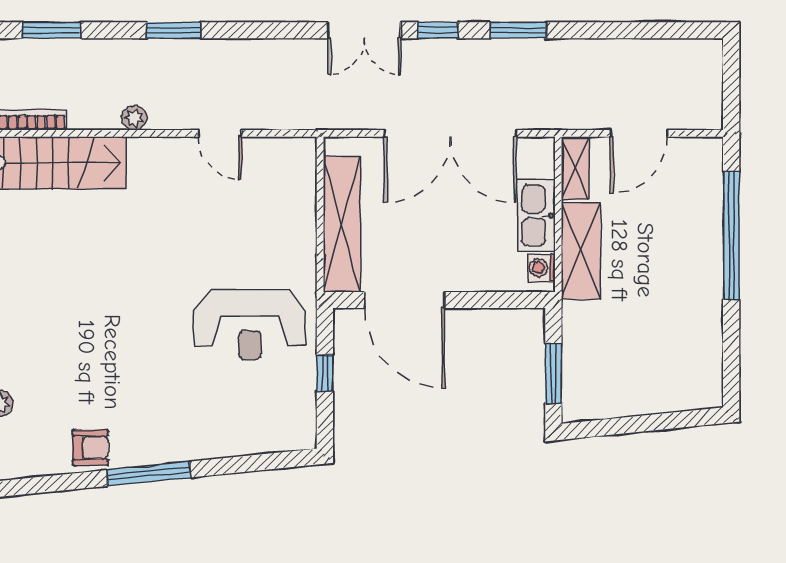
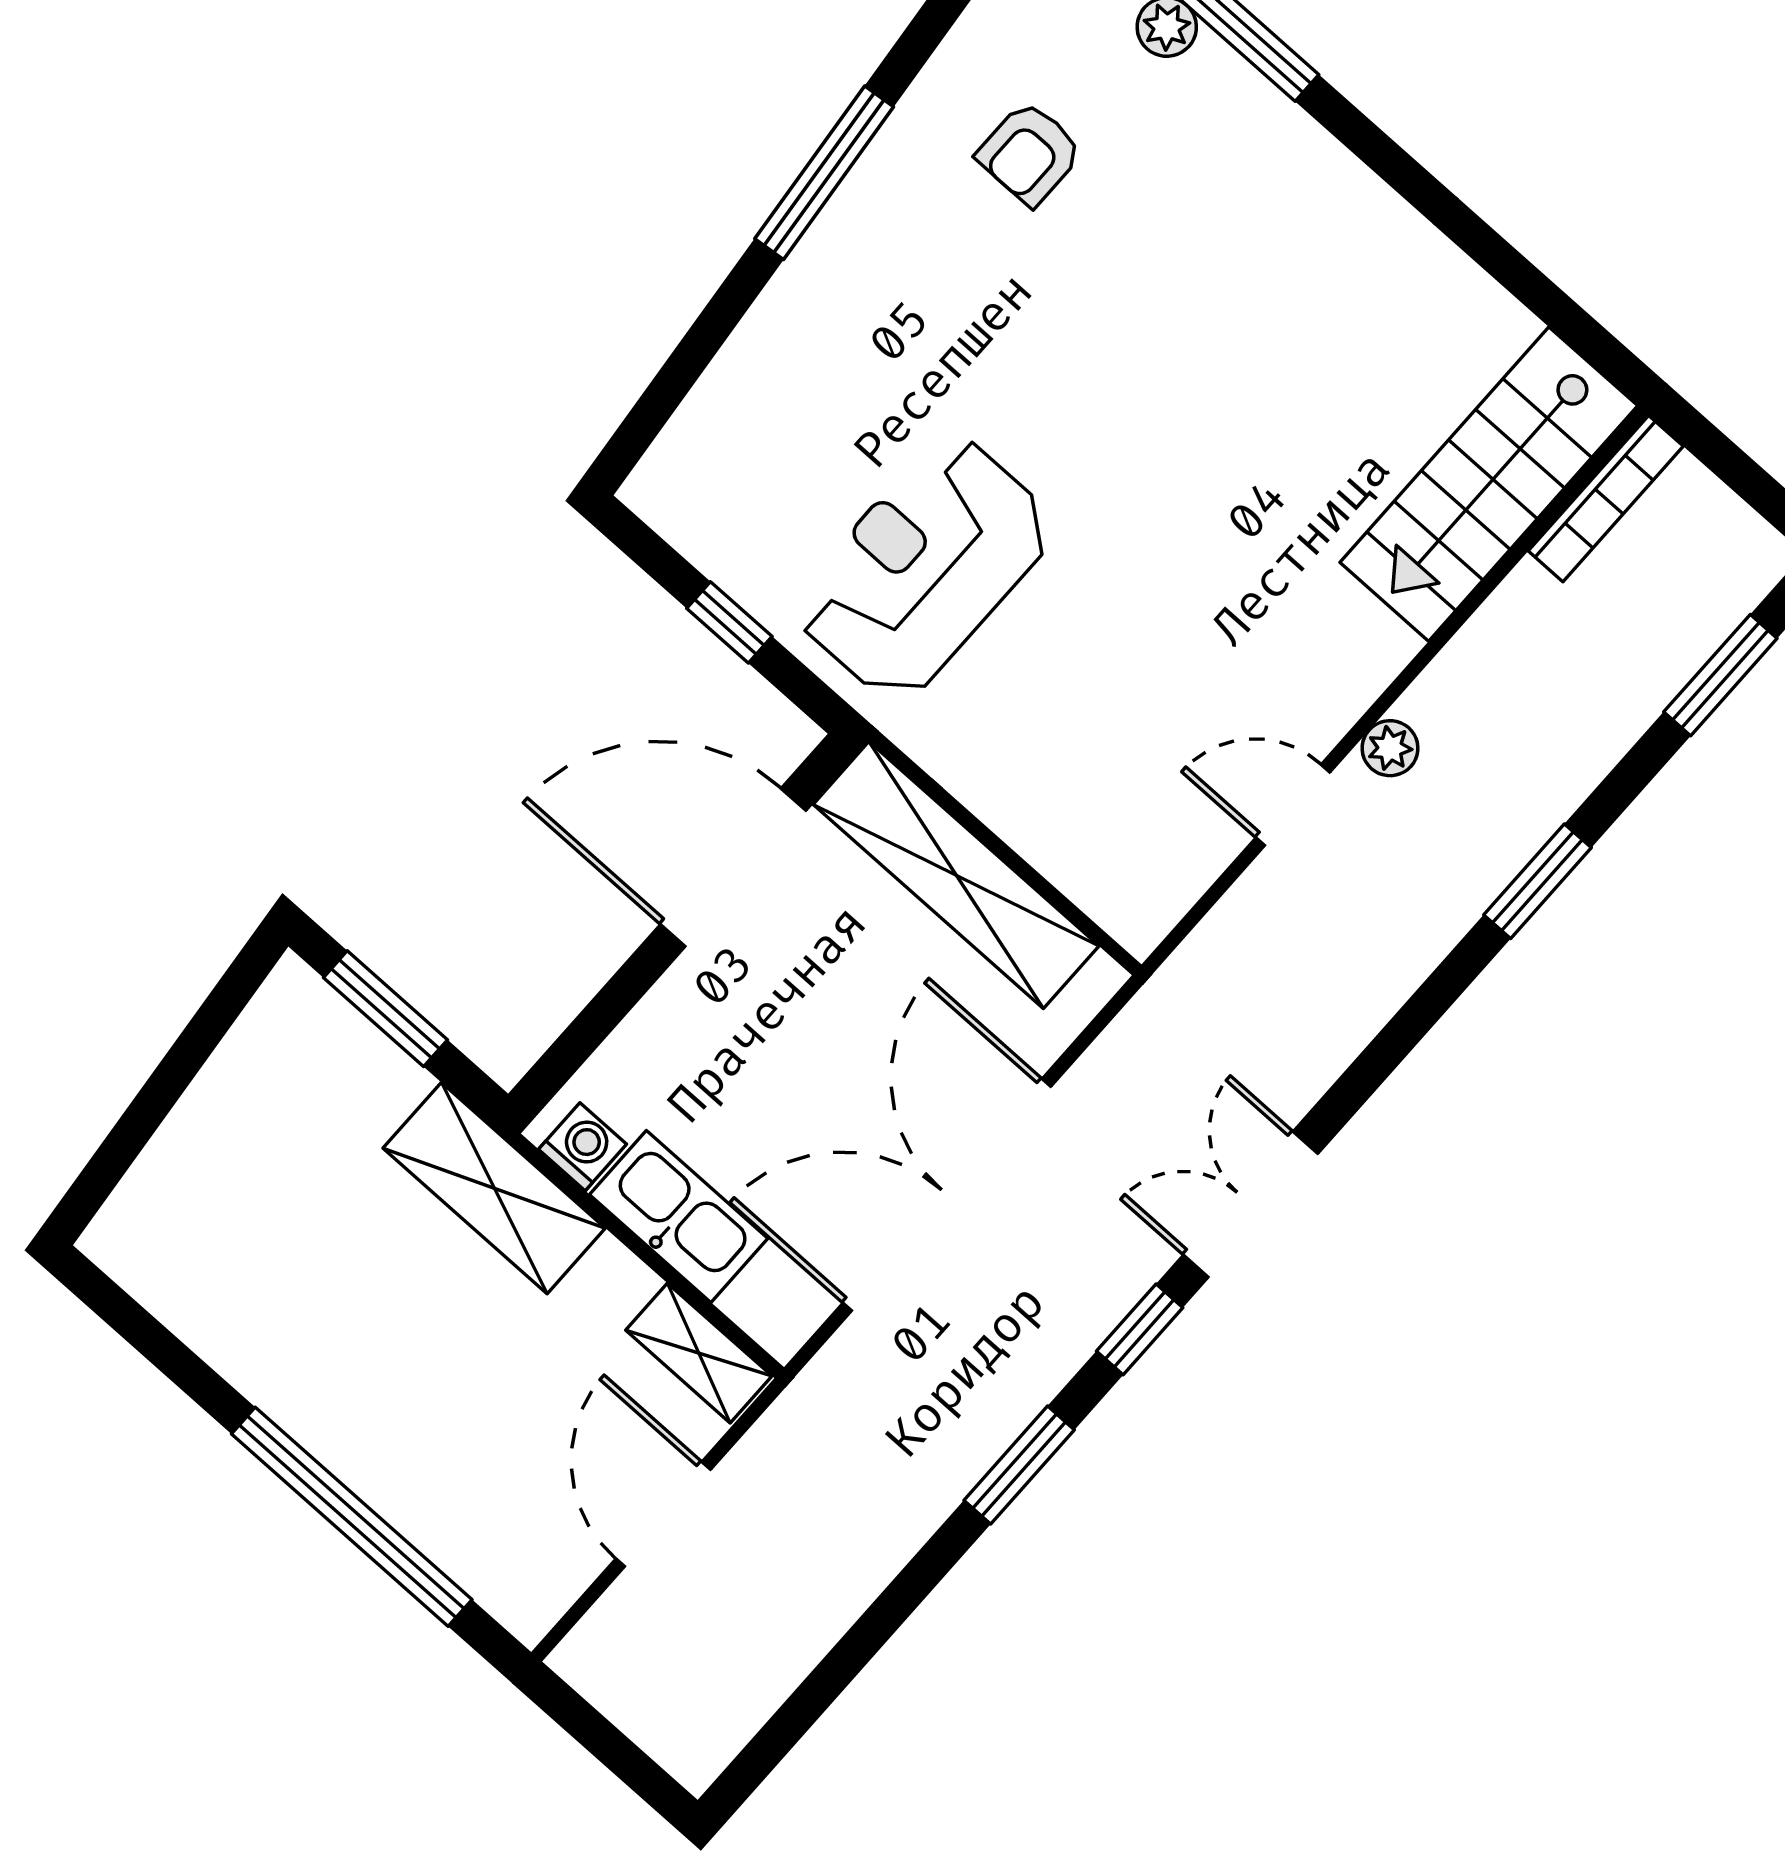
plant: (134, 118) -> (1390, 748), moved
shelving: (581, 251) -> (494, 1188), moved
armchair: (90, 448) -> (1030, 153), moved

